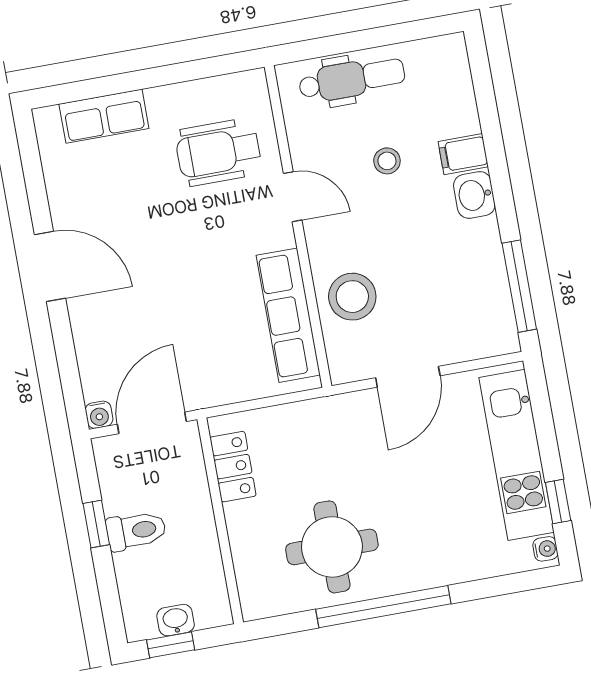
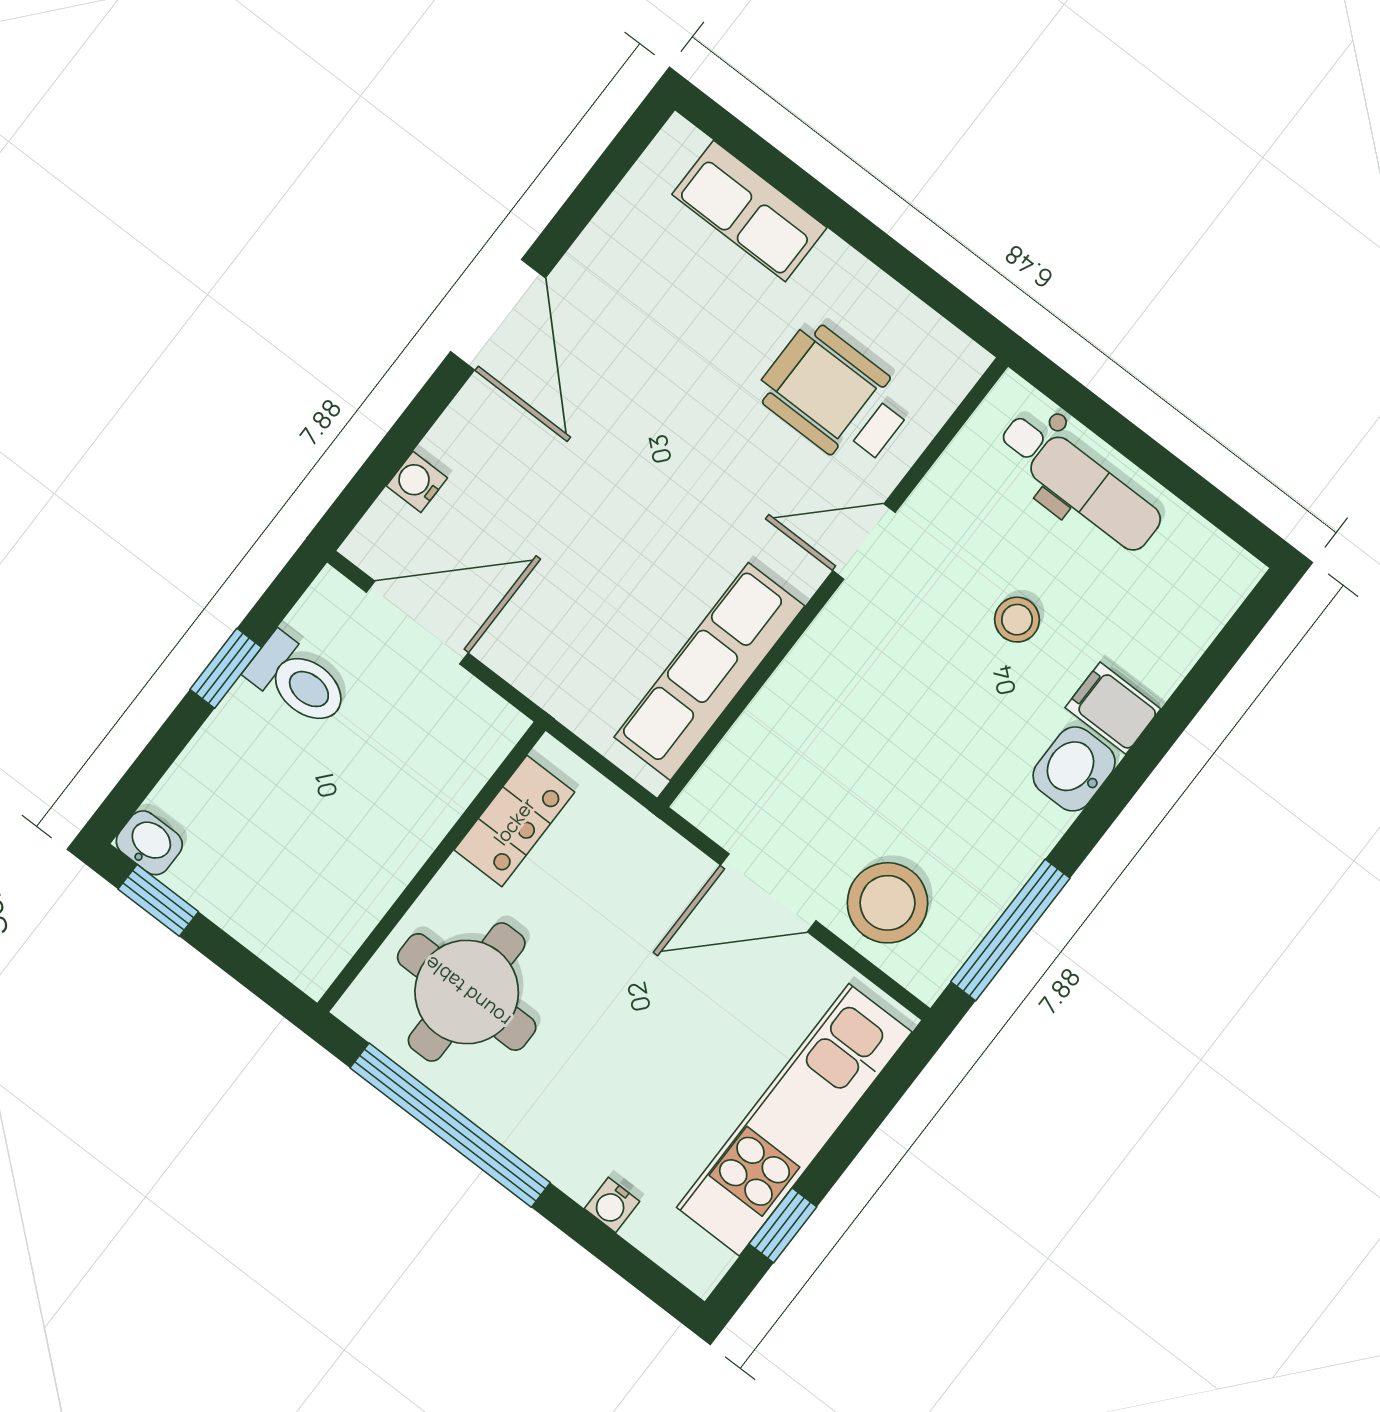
door: (293, 197) -> (864, 542), swing flipped
stool: (352, 297) -> (887, 903), moved
water cooler: (99, 415) -> (417, 482), moved, turned 90
locker: (233, 467) -> (514, 821), moved
wall: (220, 521) -> (431, 867), moved
toilet: (136, 531) -> (298, 681), moved
water cooler: (545, 549) -> (612, 1205), moved, turned 90
washbasin: (176, 620) -> (149, 843), moved

